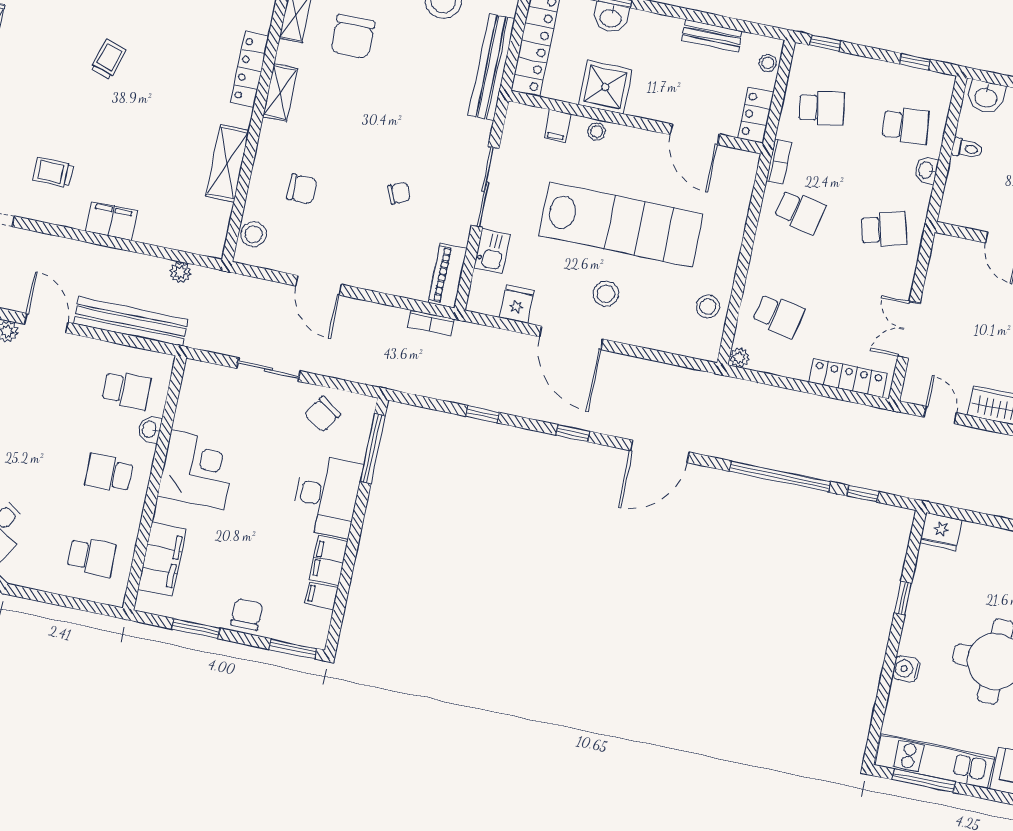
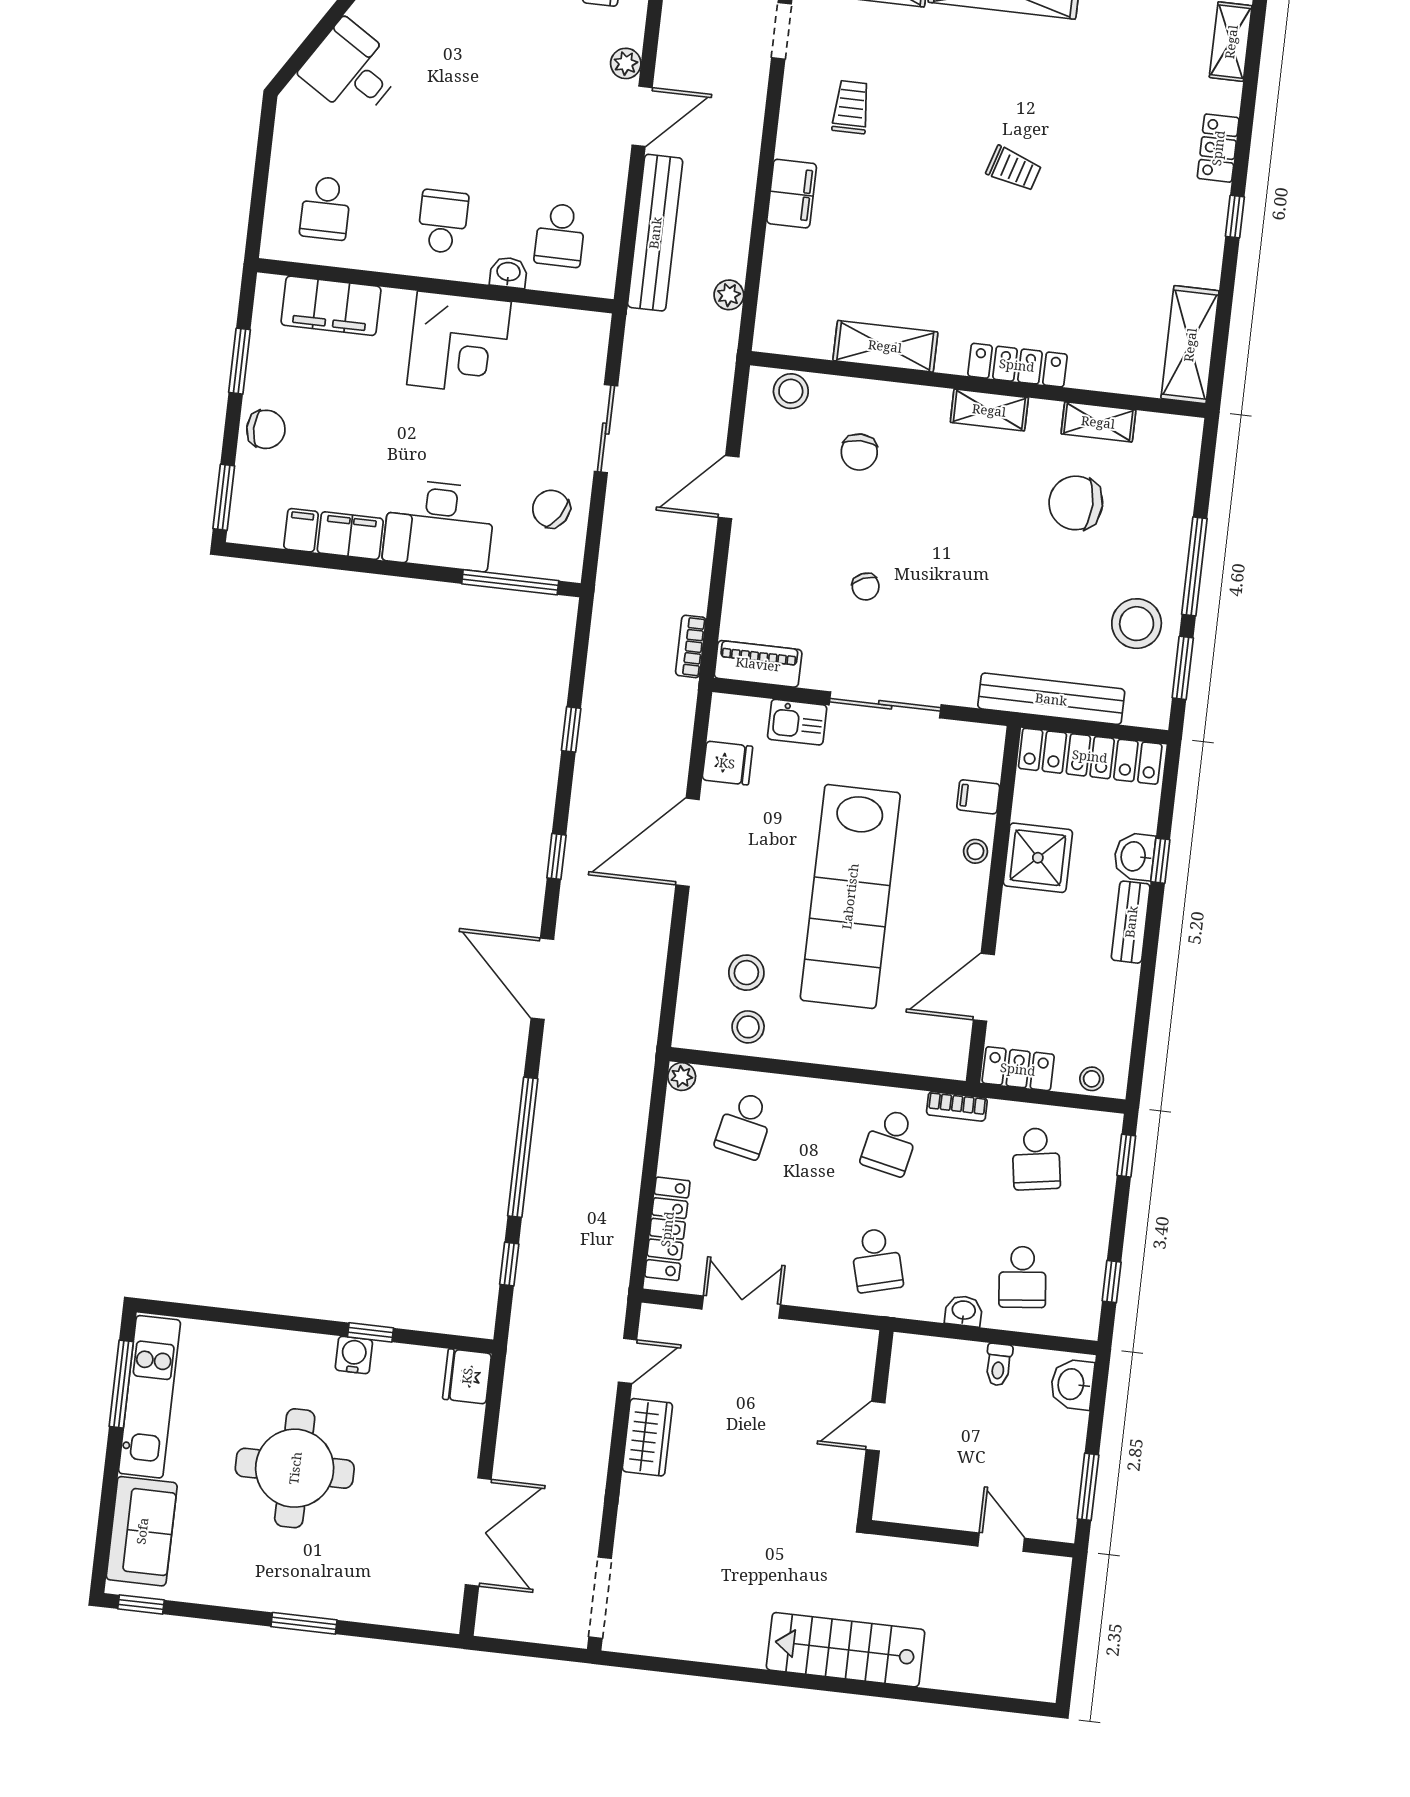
bench: (712, 36) -> (1131, 922), moved
stool: (606, 294) -> (746, 973), moved
water cooler: (906, 669) -> (354, 1355), moved

